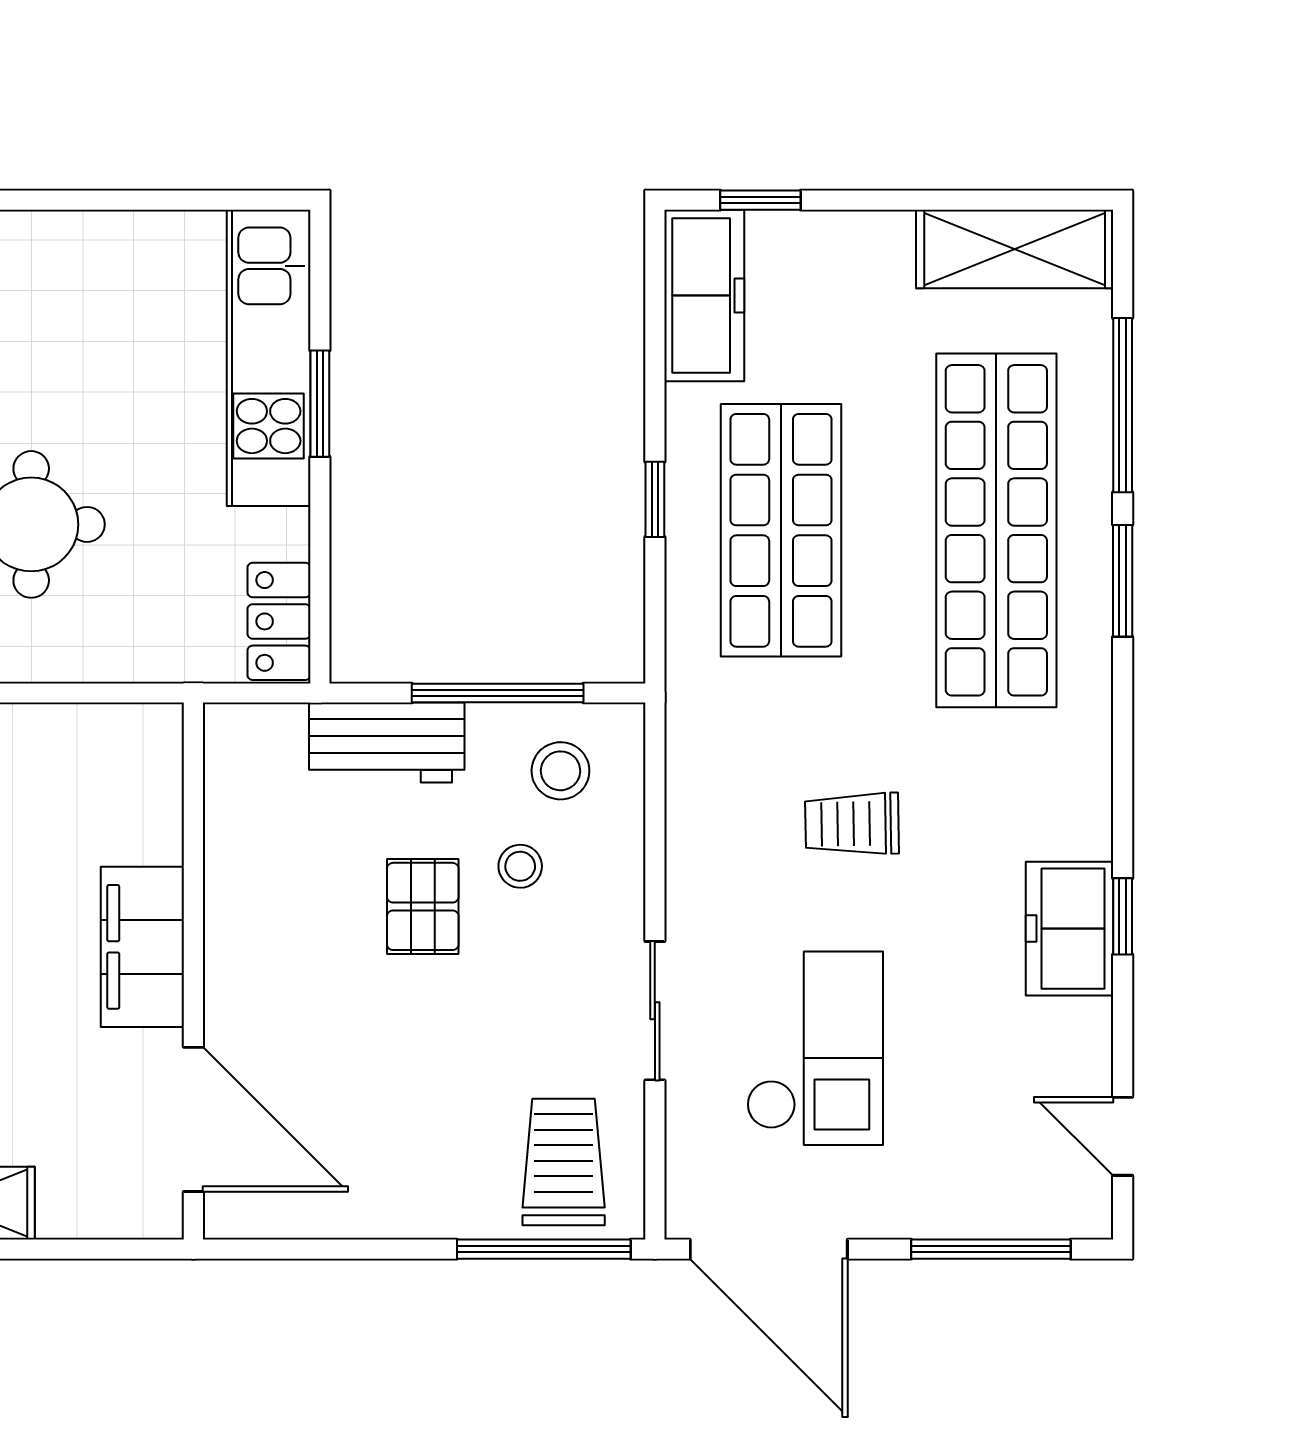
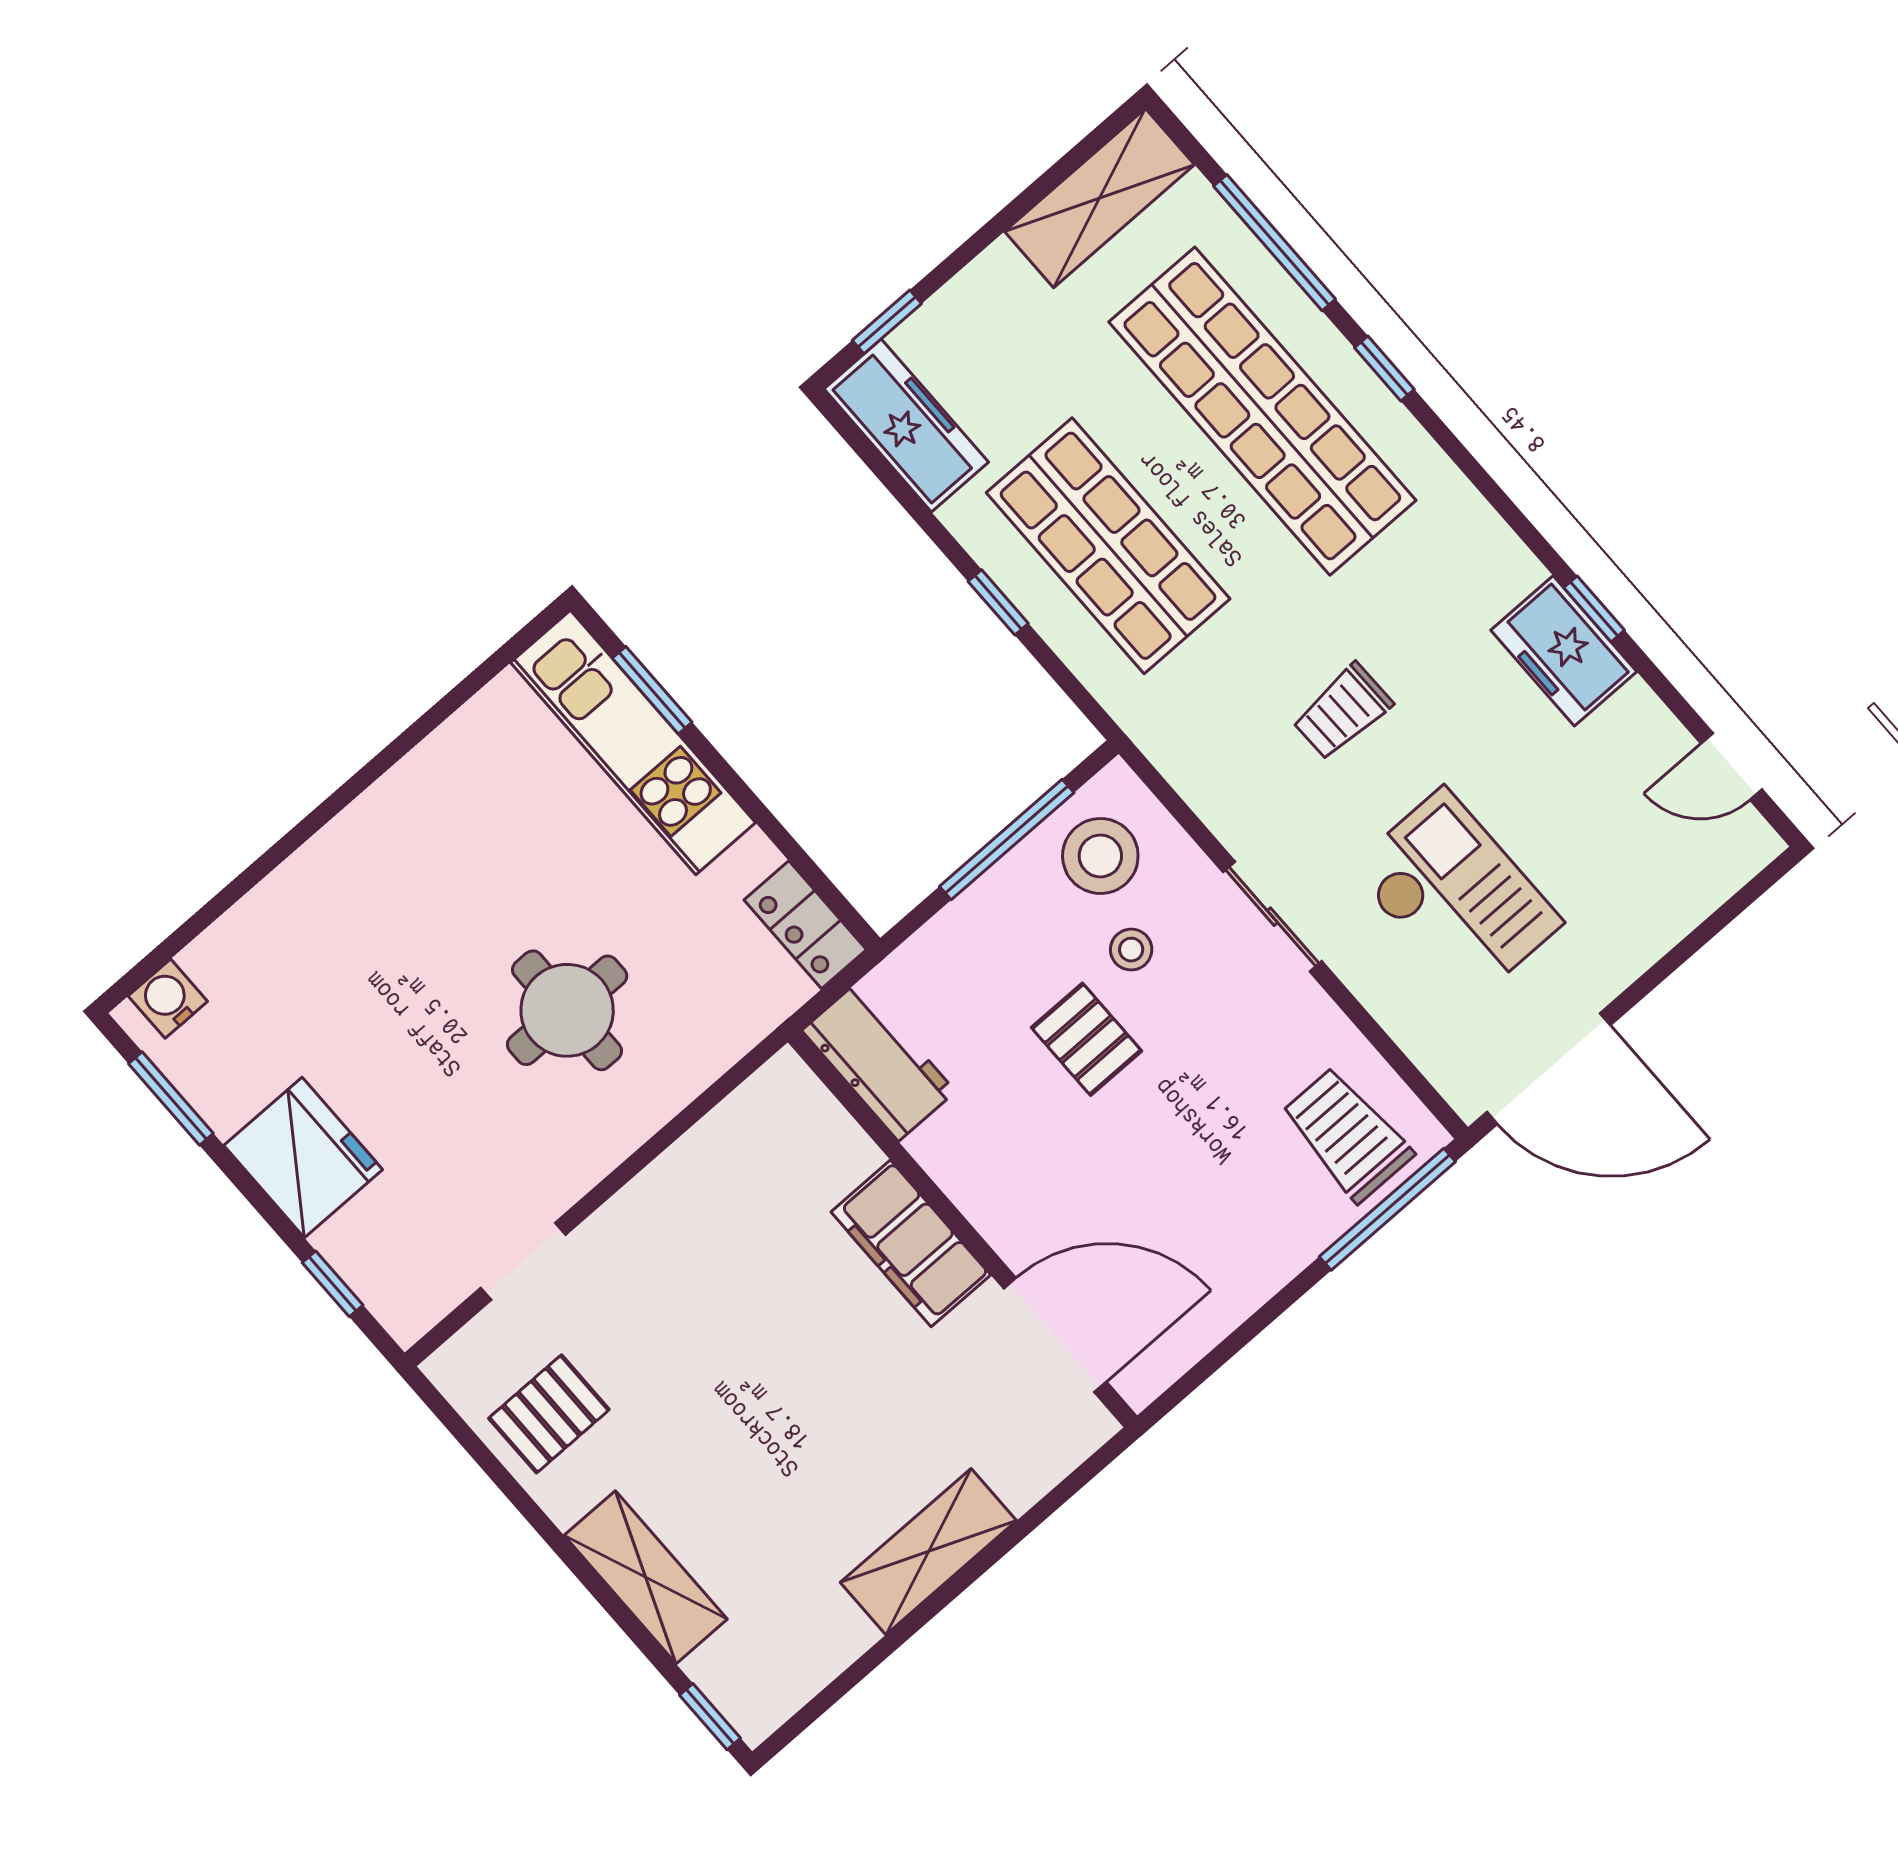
window: (320, 404) -> (652, 690), moved
window: (1123, 581) -> (1384, 368), width x0.67
workbench: (387, 743) -> (879, 1061), moved, turned -90
stool: (560, 771) -> (1100, 856), width x1.38, depth x1.38
sliding door: (655, 1011) -> (1272, 917), moved
window: (991, 1249) -> (1708, 930), removed

